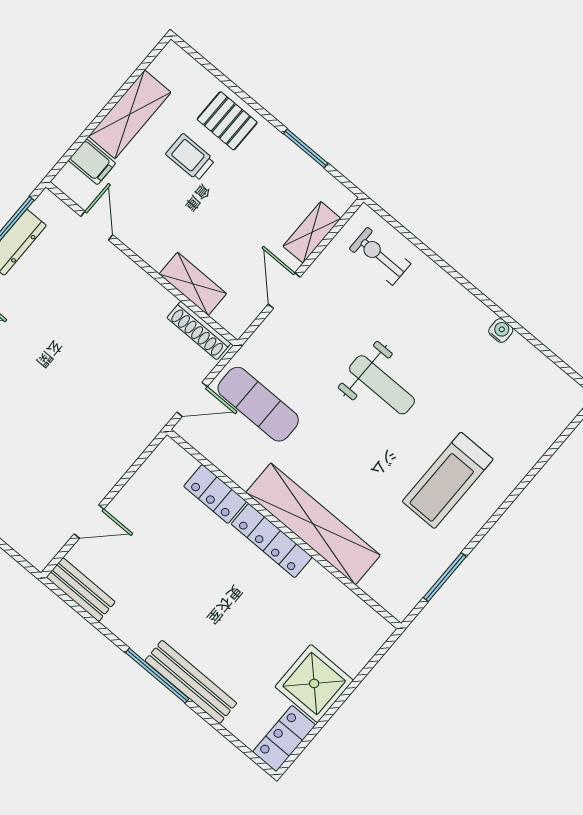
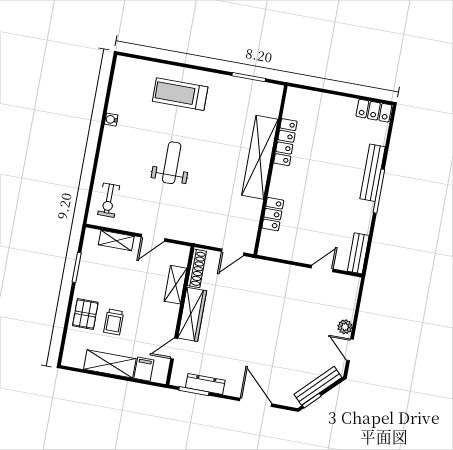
wardrobe: (133, 283) -> (192, 314), added
door: (192, 399) -> (233, 252), swing flipped
exercise mat: (258, 404) -> (216, 218), removed
treadmill: (448, 480) -> (180, 94), moved, turned 180
door: (89, 521) -> (322, 268), hinge flipped
locker: (272, 541) -> (285, 142), moved
shower: (314, 684) -> (338, 111), removed

